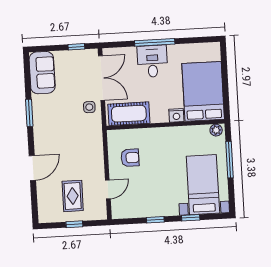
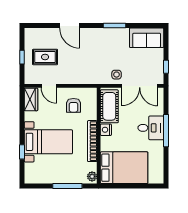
nightstand: (176, 115) -> (106, 130), moved
bookcase: (173, 132) -> (92, 141), added
bed with nightstands: (203, 185) -> (48, 142), moved
wardrobe: (126, 210) -> (31, 99), added
window: (155, 220) -> (22, 123), removed

